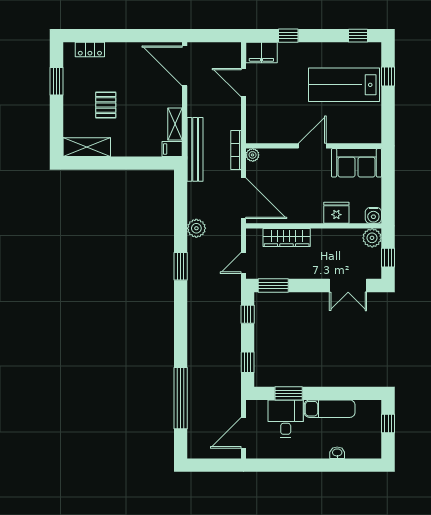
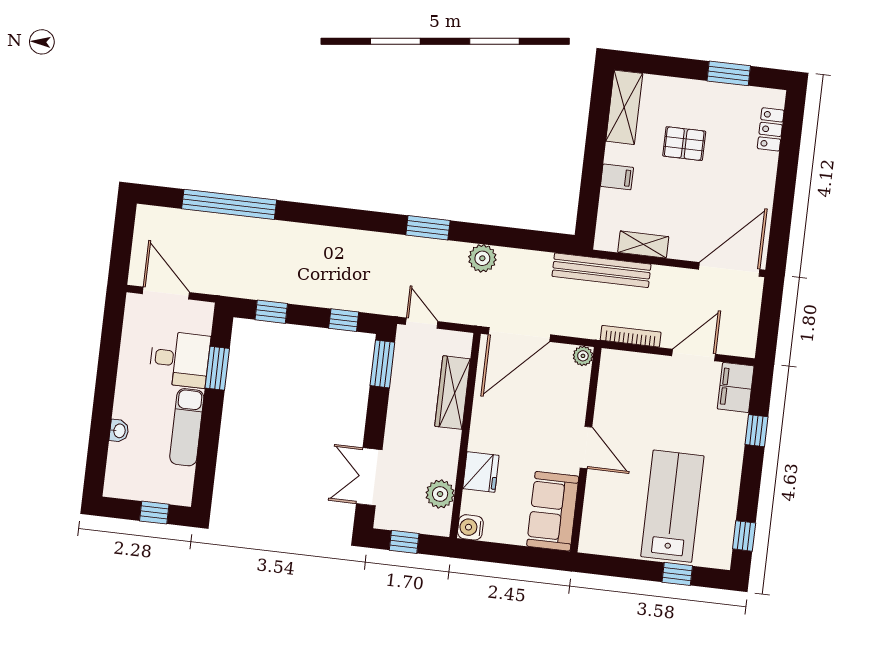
filing cabinet: (172, 149) -> (617, 177), moved, turned 90
bookcase: (236, 150) -> (631, 336), moved
plant: (372, 238) -> (440, 494), moved

